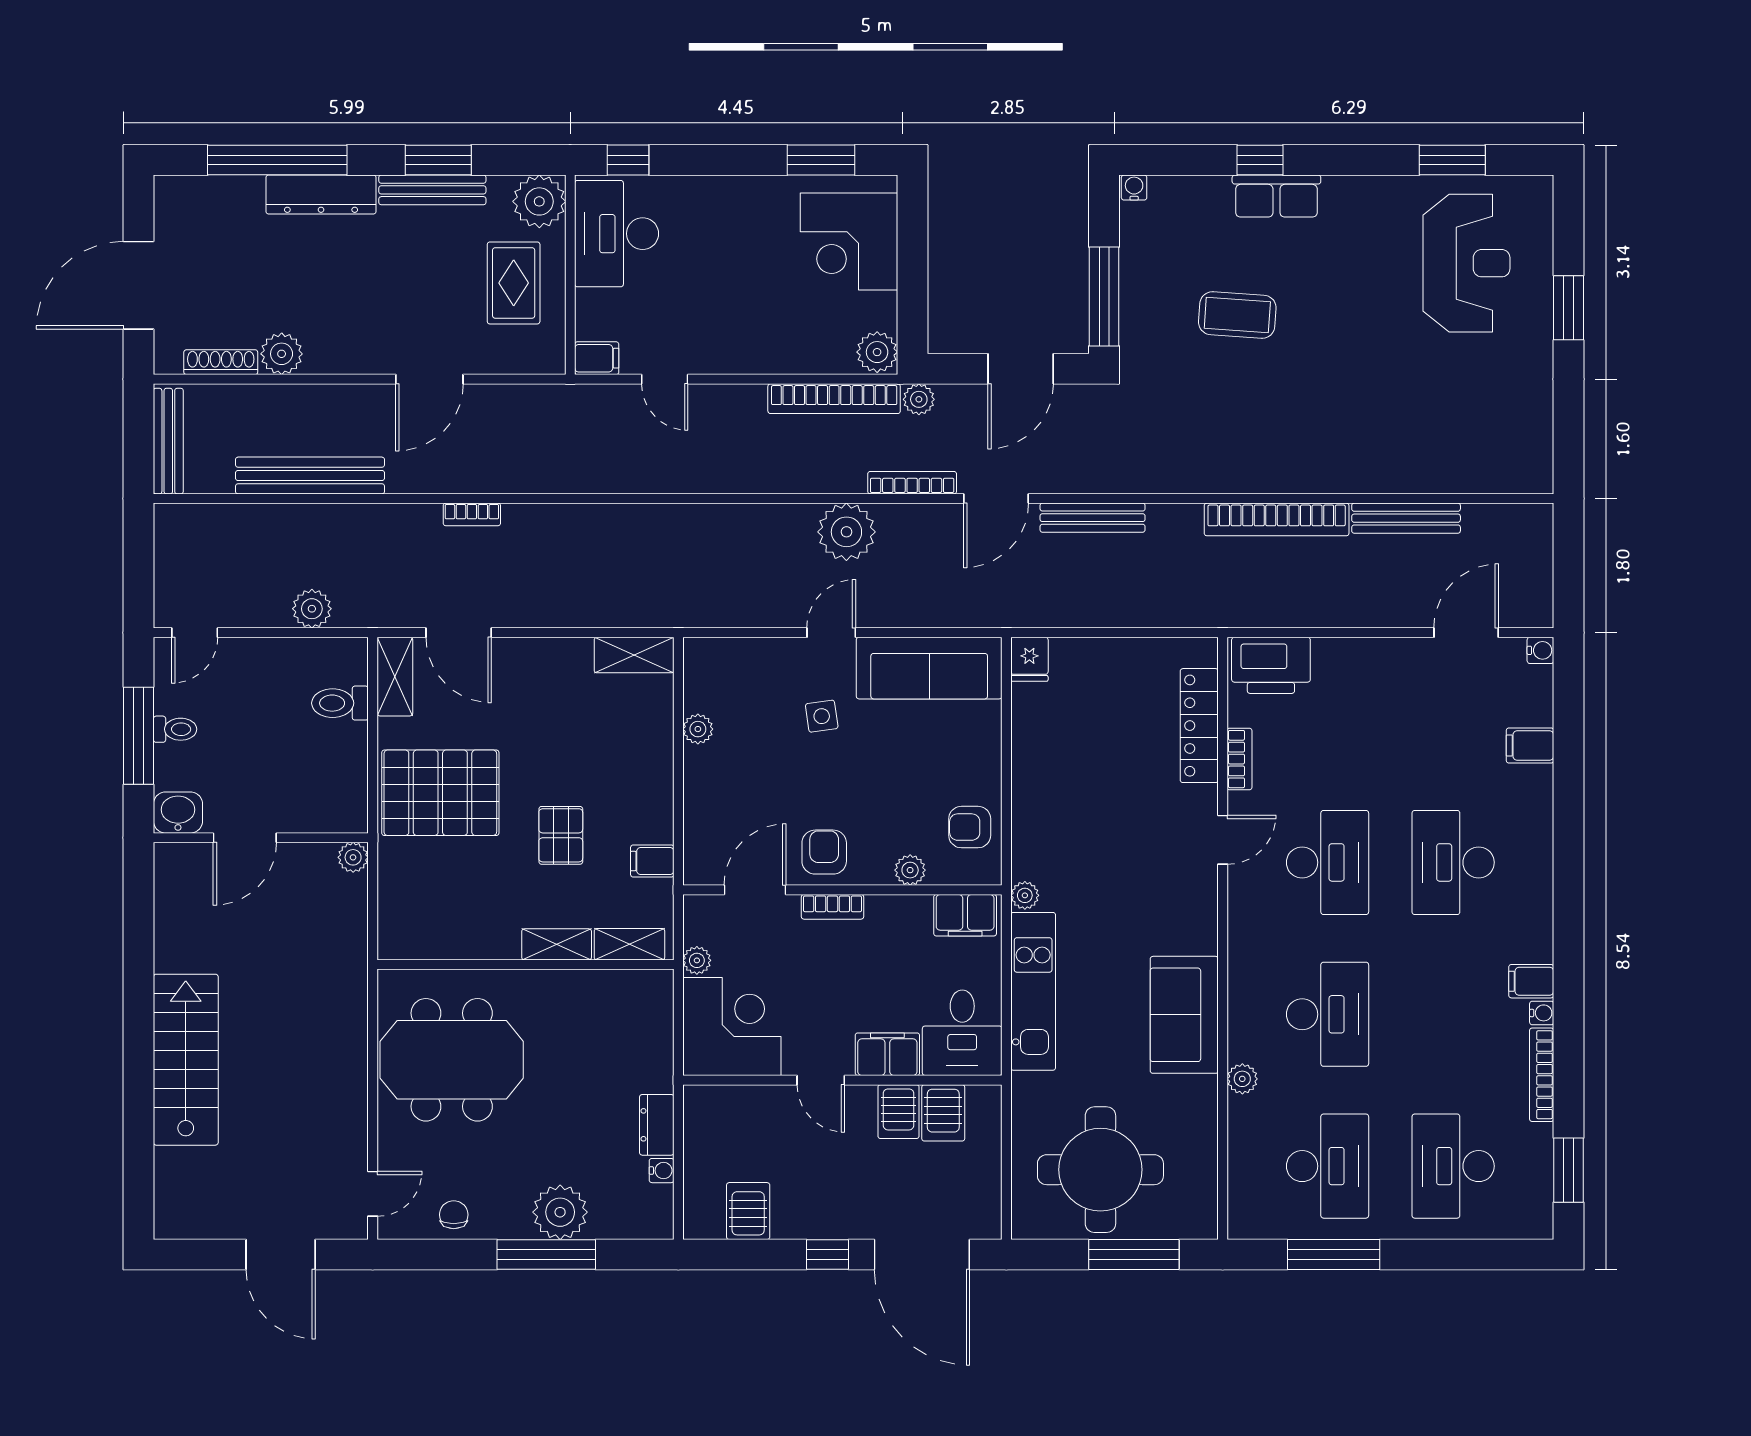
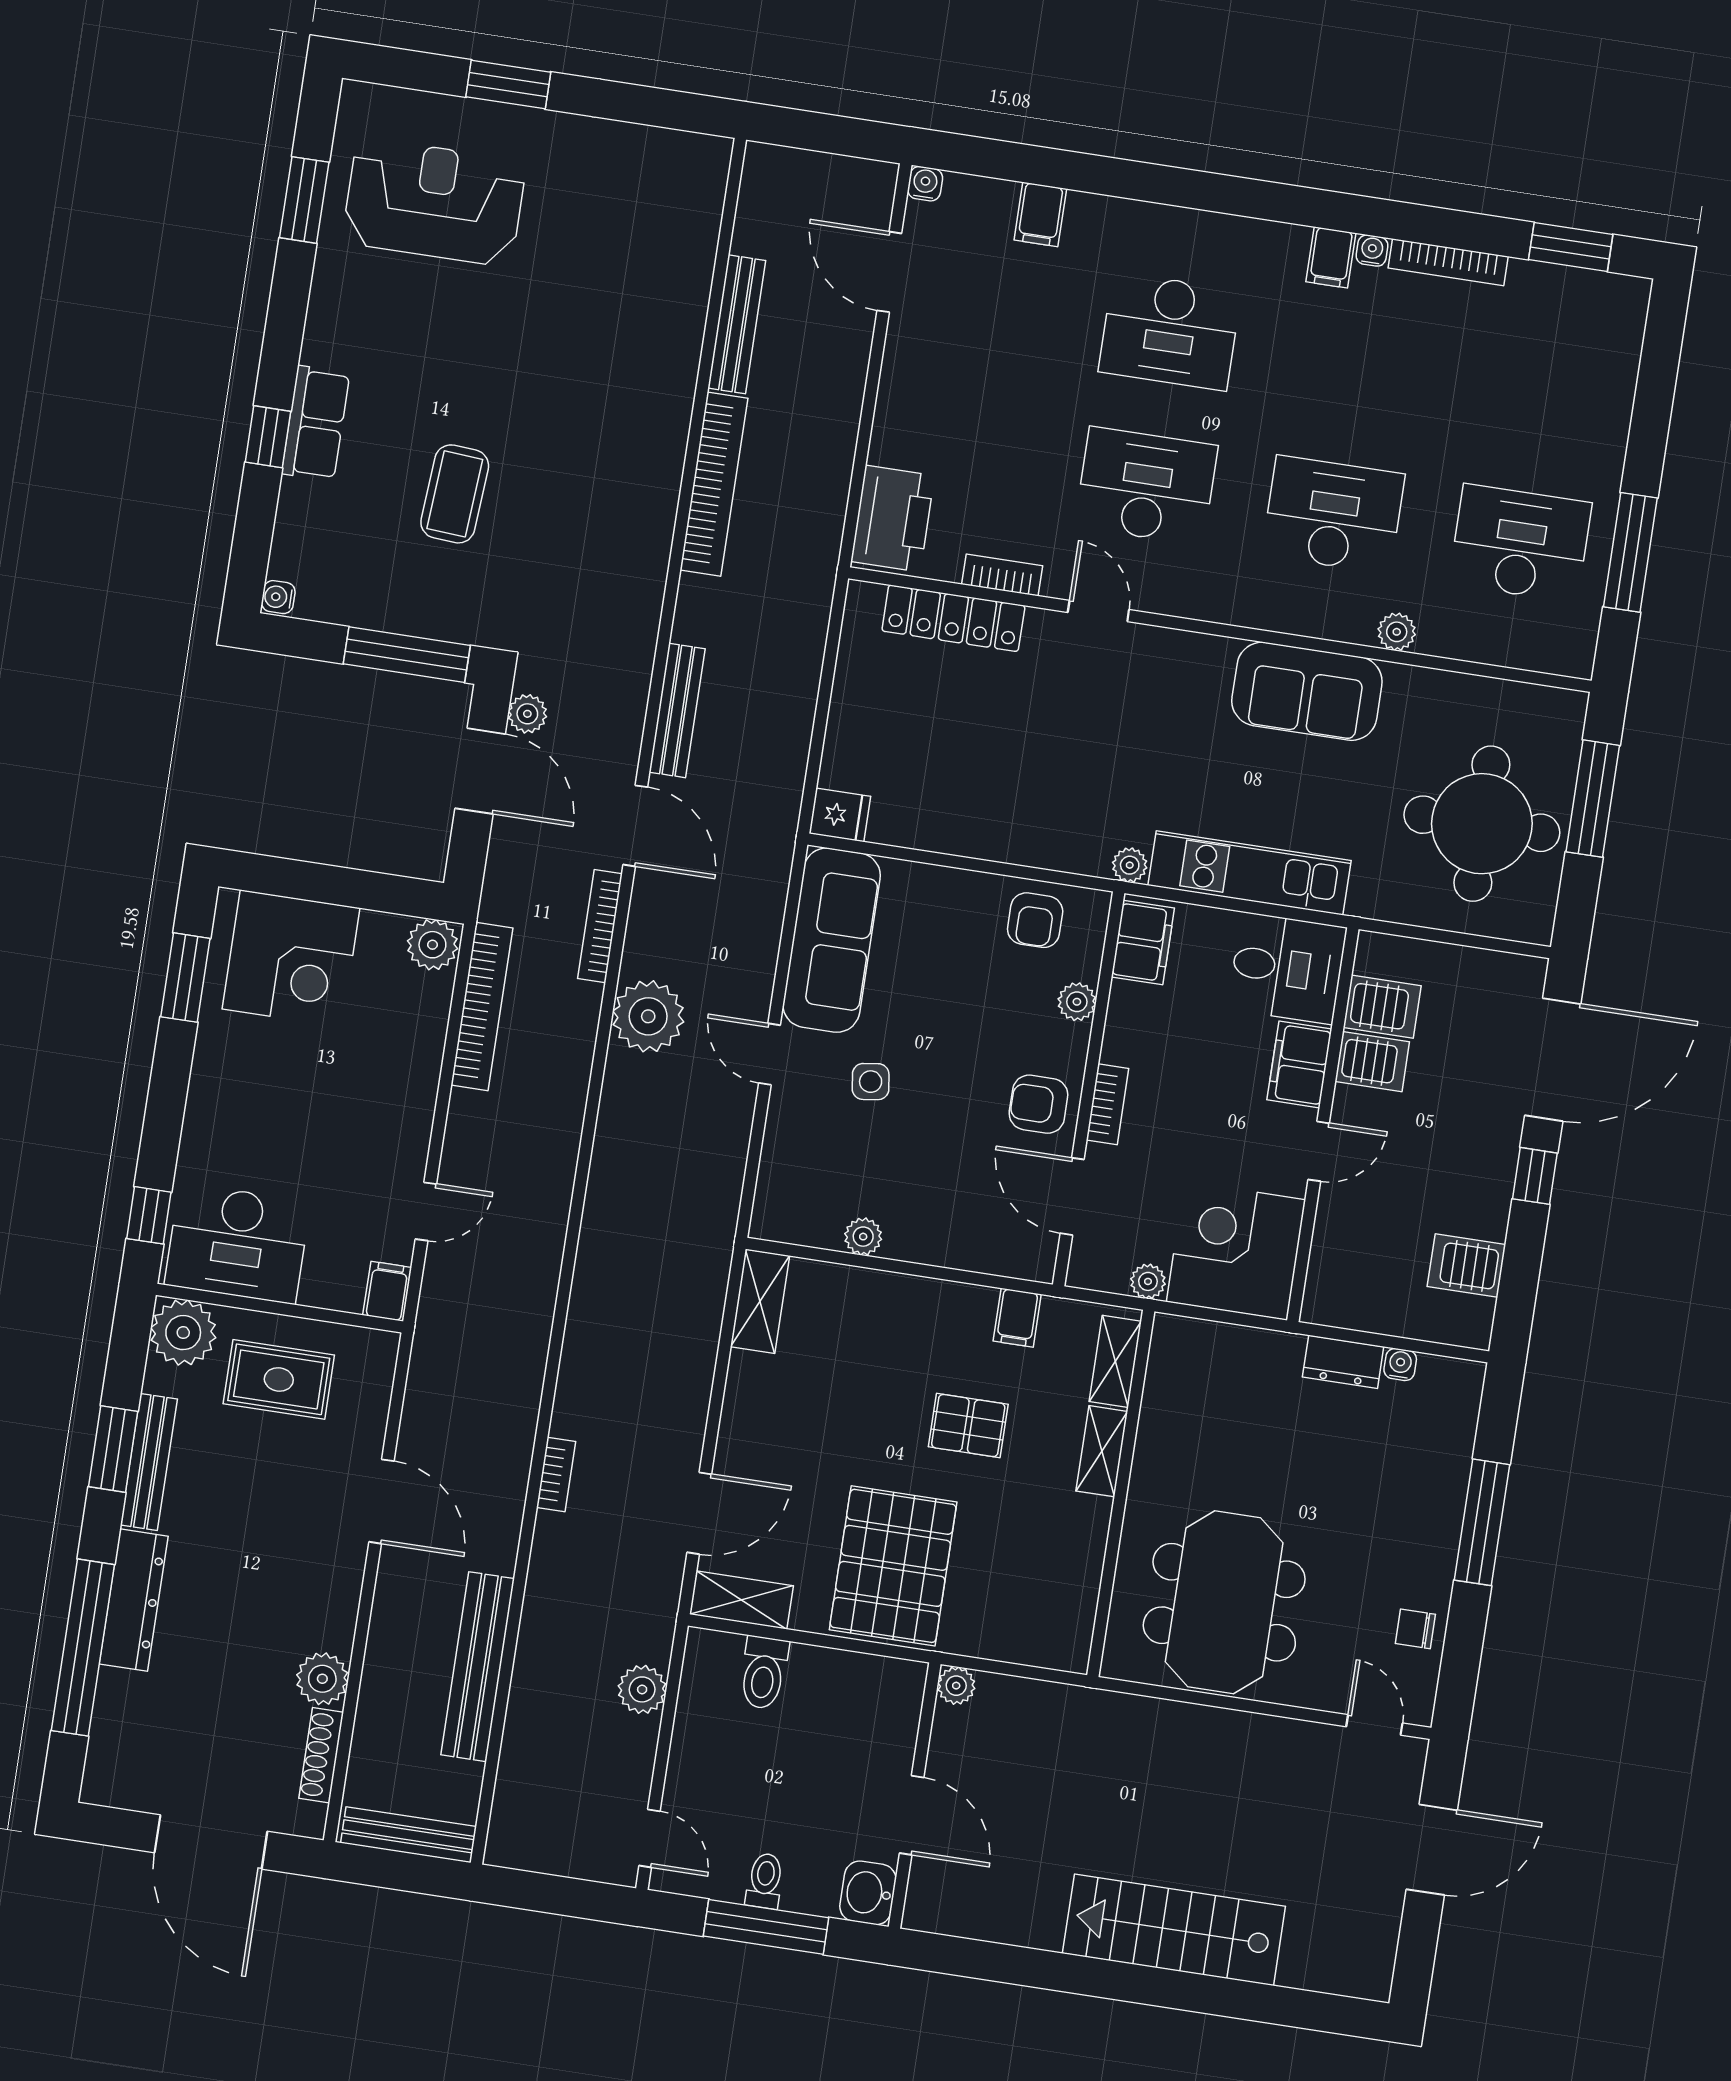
plant: (919, 399) -> (527, 714), moved
desk: (1453, 1166) -> (1544, 388), removed
plant: (560, 1212) -> (1432, 1497), removed

